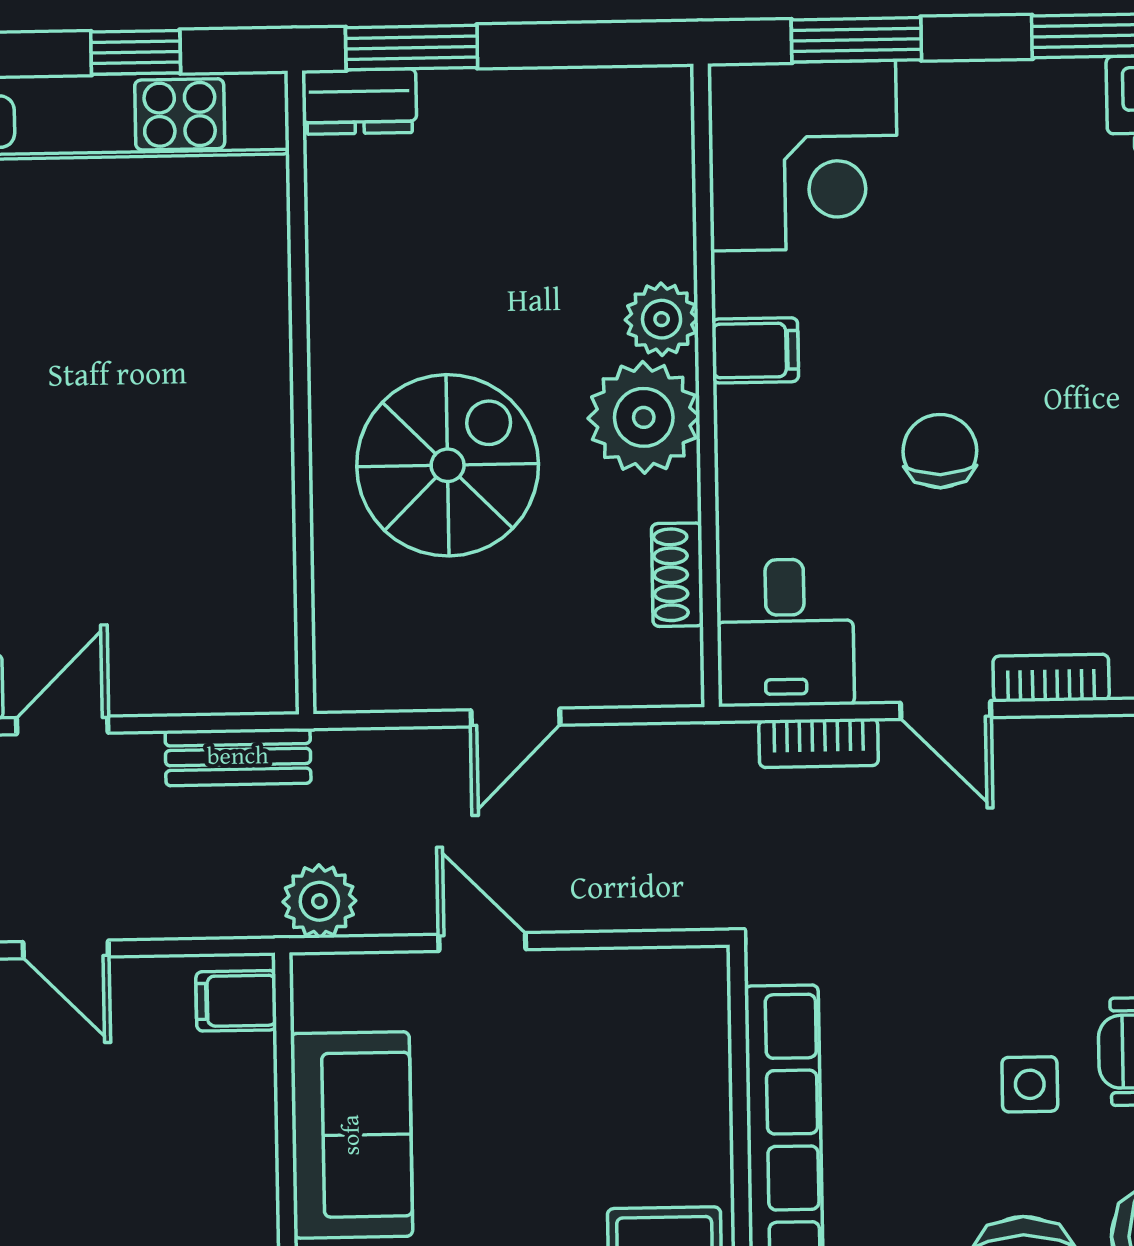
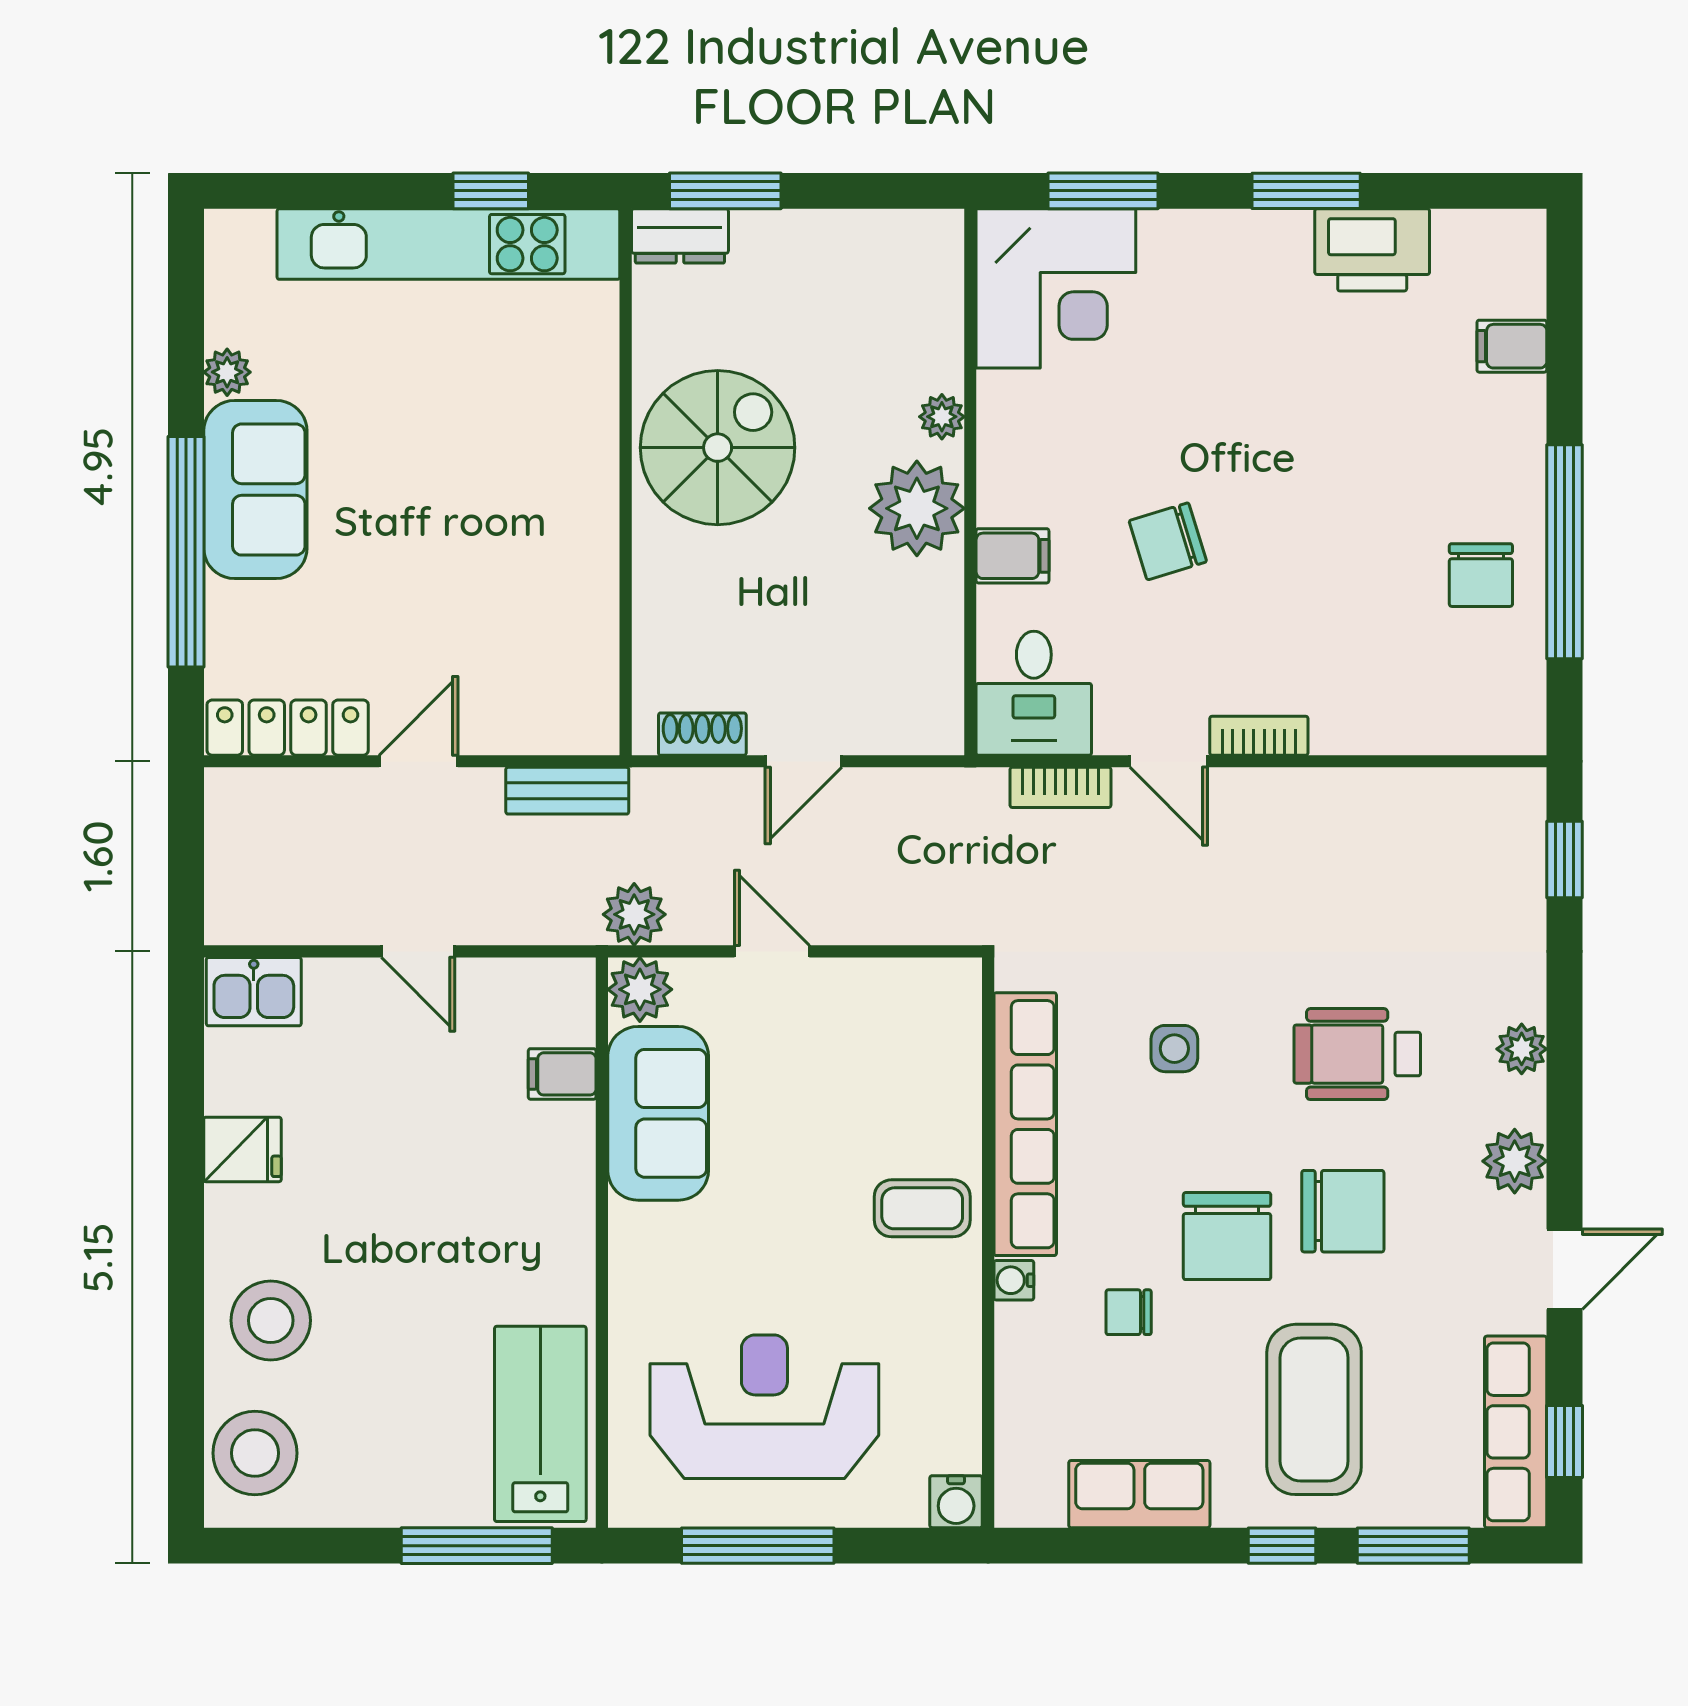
plant: (662, 319) -> (942, 417), width x0.73, depth x0.73
filing cabinet: (755, 350) -> (1012, 556), moved
chair: (940, 451) -> (1168, 541), turned -107
spiral stairs: (448, 465) -> (718, 448), moved
shoe rack: (677, 575) -> (702, 734), moved, turned 90
plant: (328, 989) -> (640, 989), added
filing cabinet: (236, 1001) -> (562, 1074), moved
side table: (1030, 1084) -> (1174, 1049), moved

